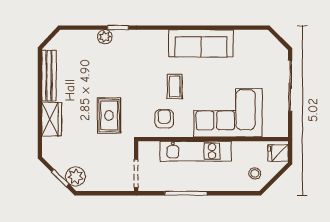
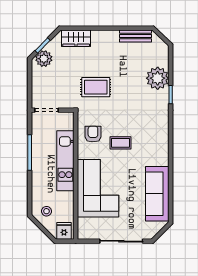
plant: (105, 37) -> (158, 78), width x1.88, depth x1.88
sofa: (201, 43) -> (157, 194), moved
bench: (49, 76) -> (135, 36), width x0.73
wardrobe: (52, 119) -> (76, 38), moved
armchair: (164, 119) -> (93, 134), turned -90

